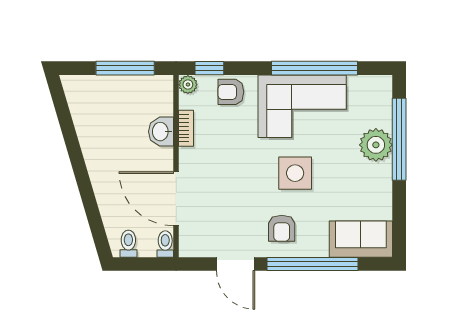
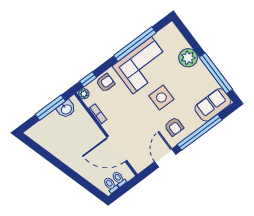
armchair: (231, 92) -> (105, 83), turned 180
washbasin: (161, 132) -> (66, 109), moved, turned -90
window: (399, 139) -> (216, 73), moved
toilet: (165, 244) -> (119, 179), moved
door: (236, 264) -> (165, 158), swing flipped

